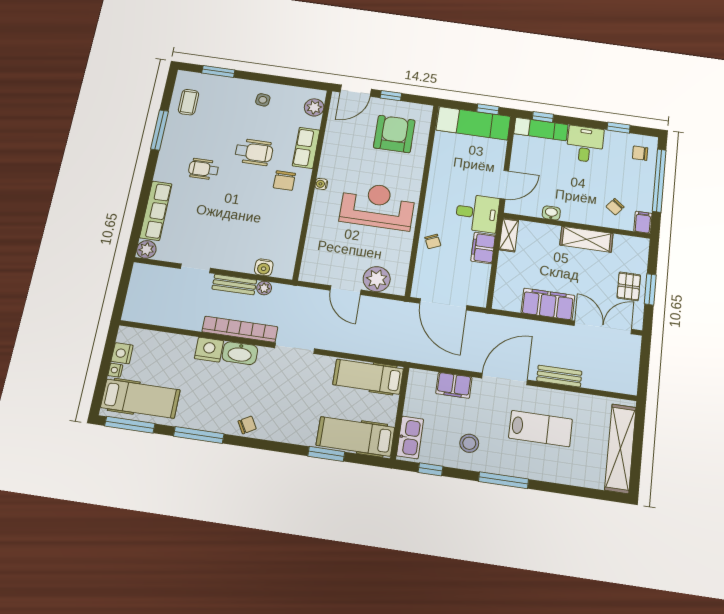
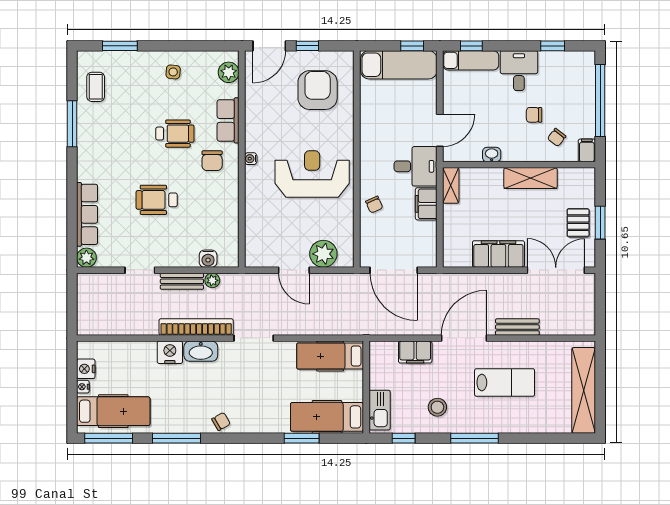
chair: (640, 153) -> (534, 115), moved
wheelchair: (204, 169) -> (157, 200), moved, width x1.36, depth x1.37

